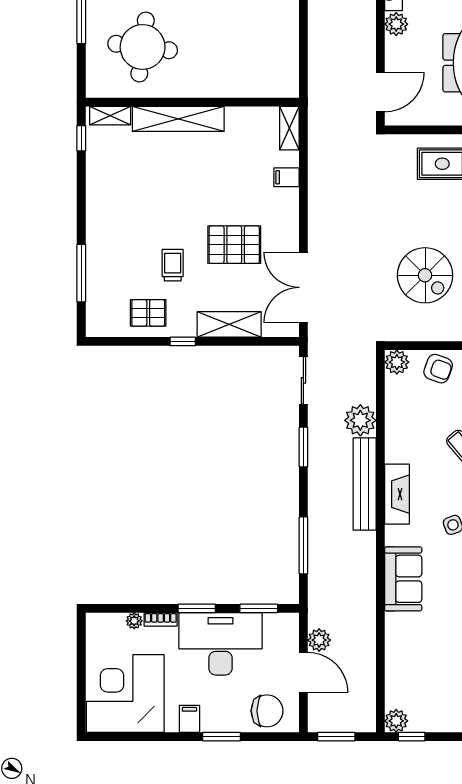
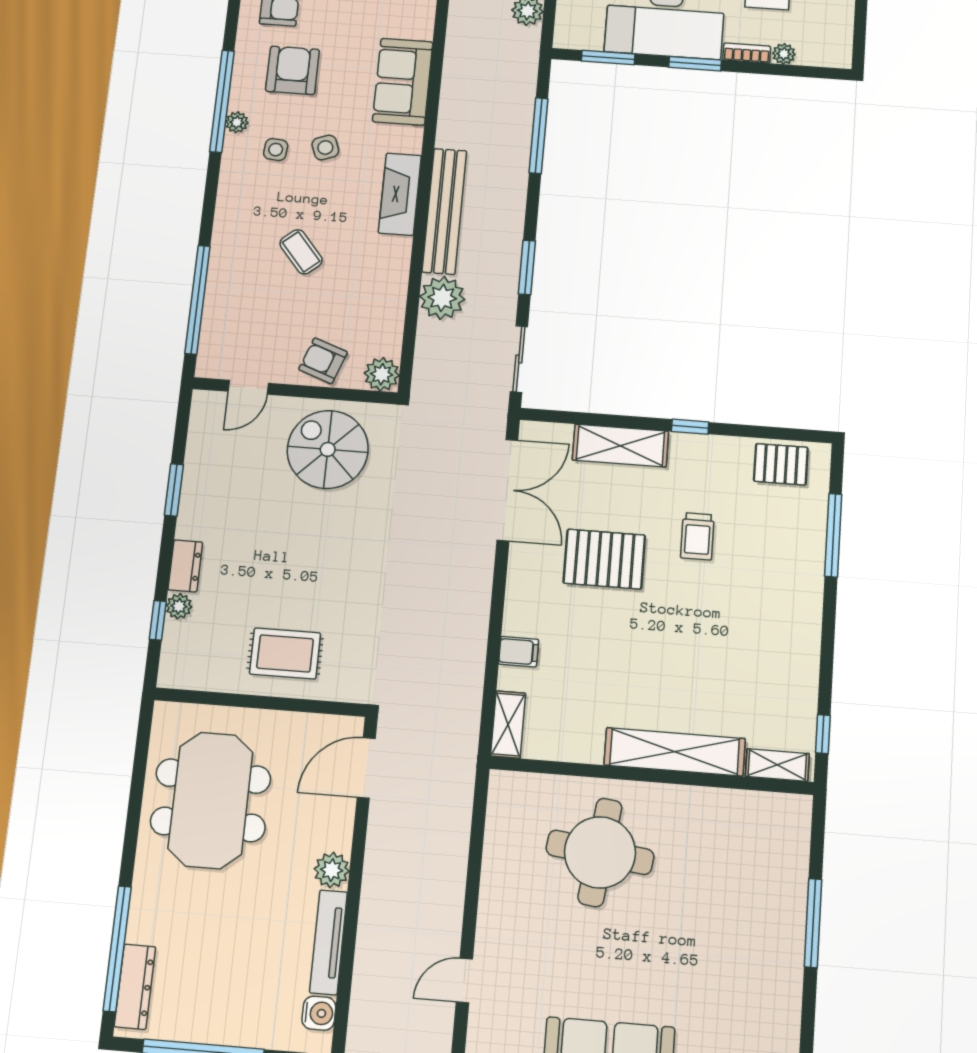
round table: (143, 47) -> (600, 852), moved
spiral stairs: (425, 275) -> (328, 449), moved
pallet: (148, 313) -> (781, 464), moved

